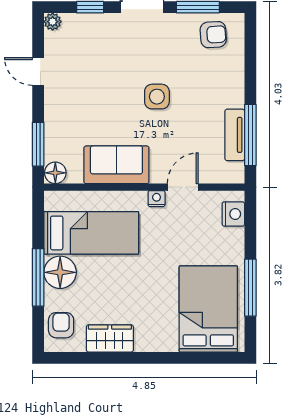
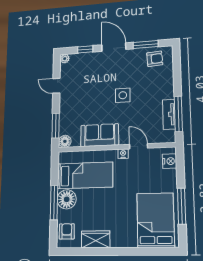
door: (183, 187) -> (139, 146), hinge flipped

